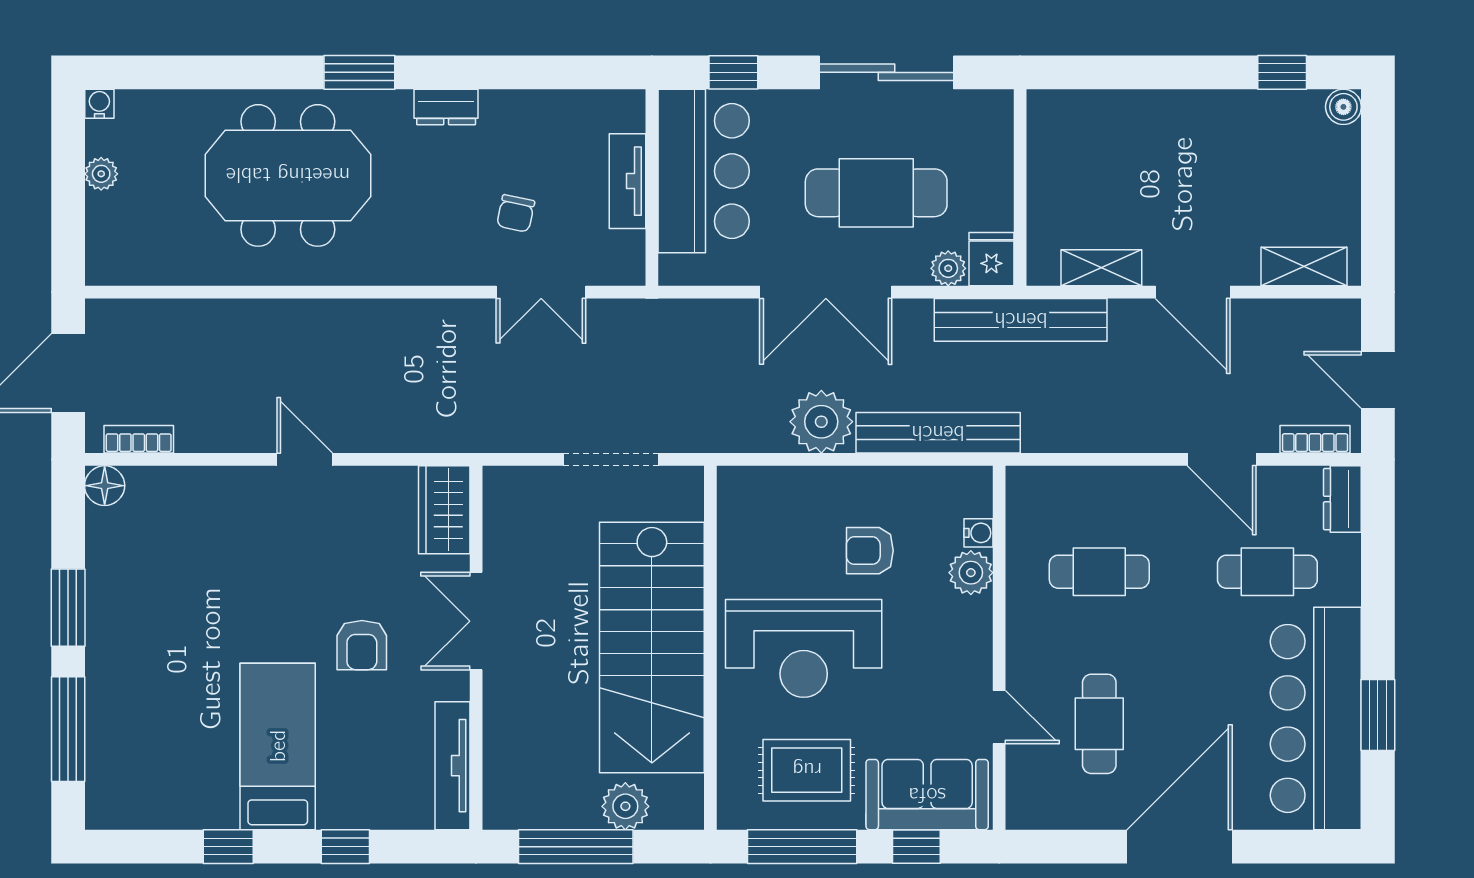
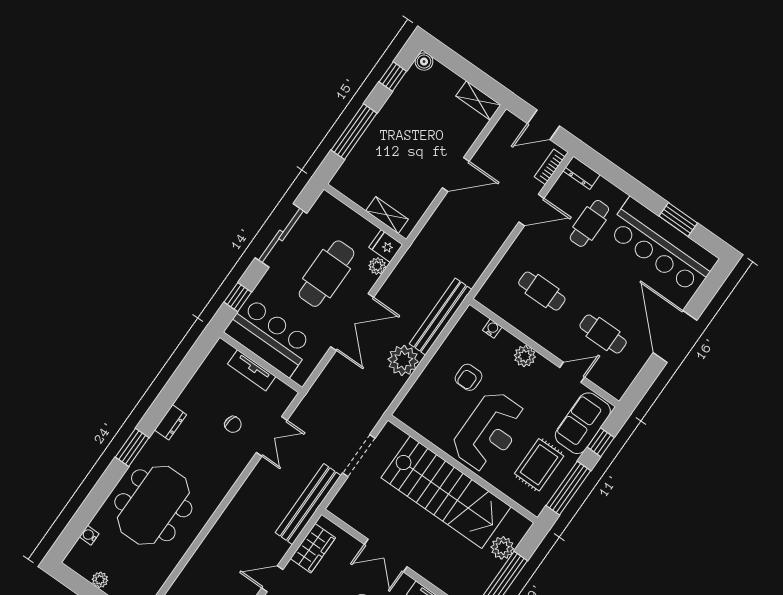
window: (1145, 72) -> (354, 132), added
water cooler: (99, 104) -> (89, 535), moved
shelving: (1304, 267) -> (478, 101), moved, turned 90
shelving: (1101, 268) -> (387, 215), moved, turned 90
bench: (1021, 320) -> (308, 504), moved
wardrobe: (444, 510) -> (313, 548), moved, turned -90
cafe table: (1099, 572) -> (542, 291), turned 90
plant: (971, 573) -> (525, 356), moved

